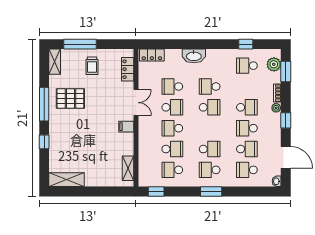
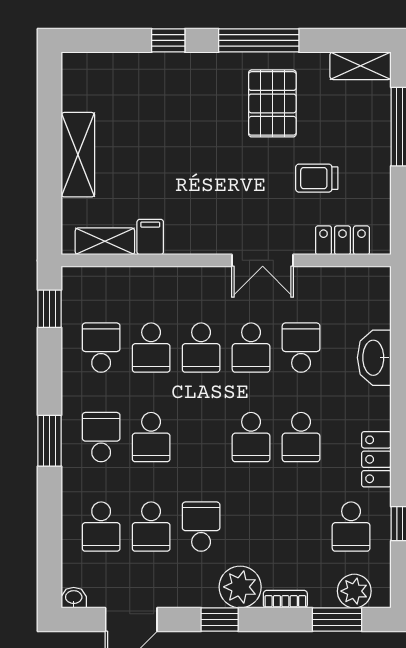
locker: (152, 55) -> (376, 459), moved
washbasin: (194, 56) -> (374, 358), moved
trolley: (92, 66) -> (317, 178), moved
school desk: (247, 66) -> (351, 527), turned 180
school desk: (210, 86) -> (301, 437), turned 180
school desk: (247, 107) -> (251, 527), removed
plant: (276, 108) -> (240, 587), width x1.88, depth x1.88
filing cabinet: (126, 127) -> (150, 237), moved
school desk: (172, 128) -> (201, 348), turned 180
school desk: (247, 170) -> (101, 527), turned 180
shelving: (67, 180) -> (78, 155), moved

